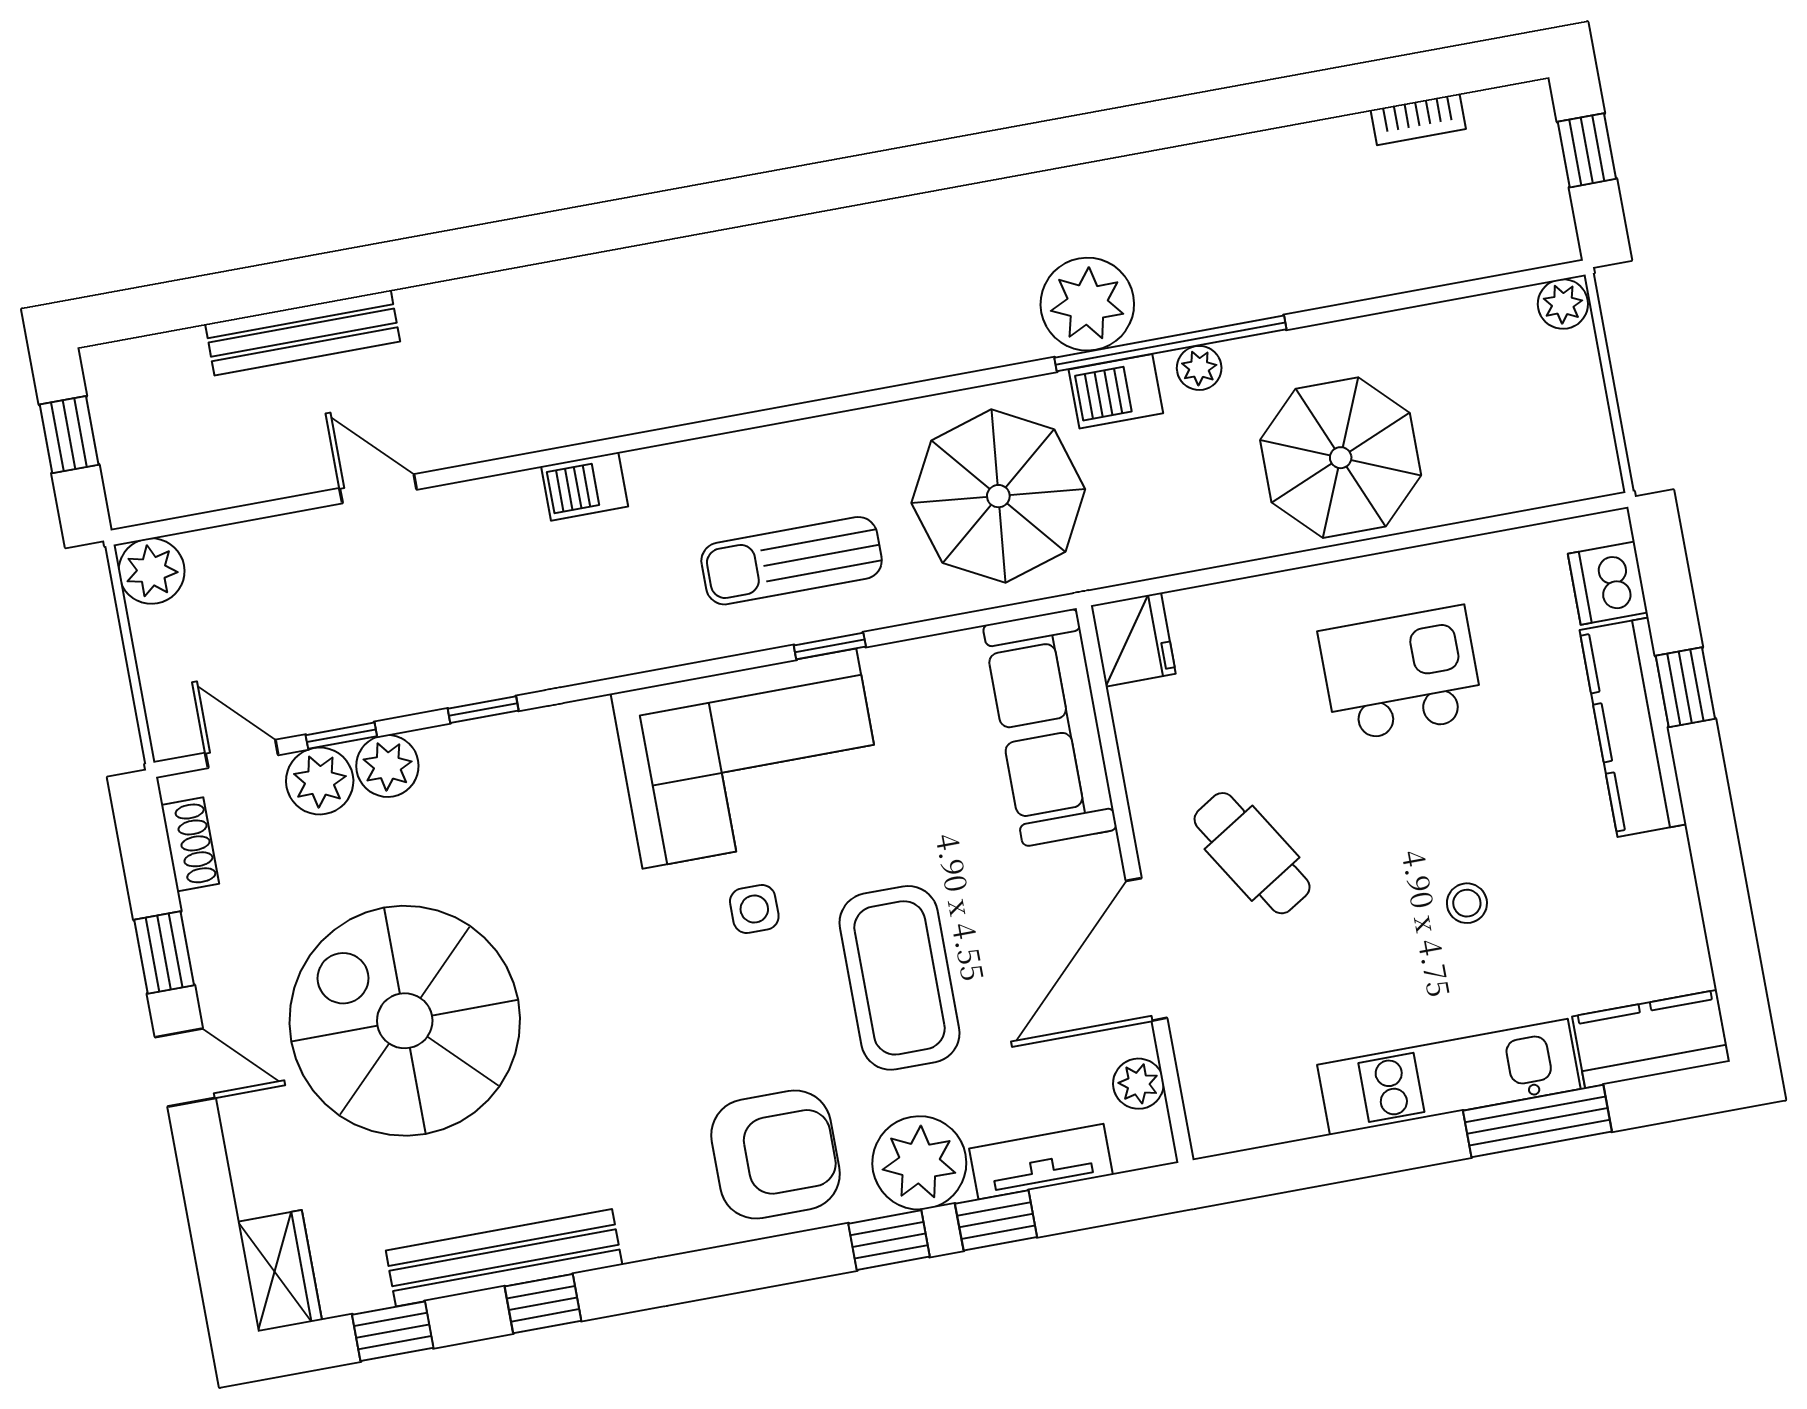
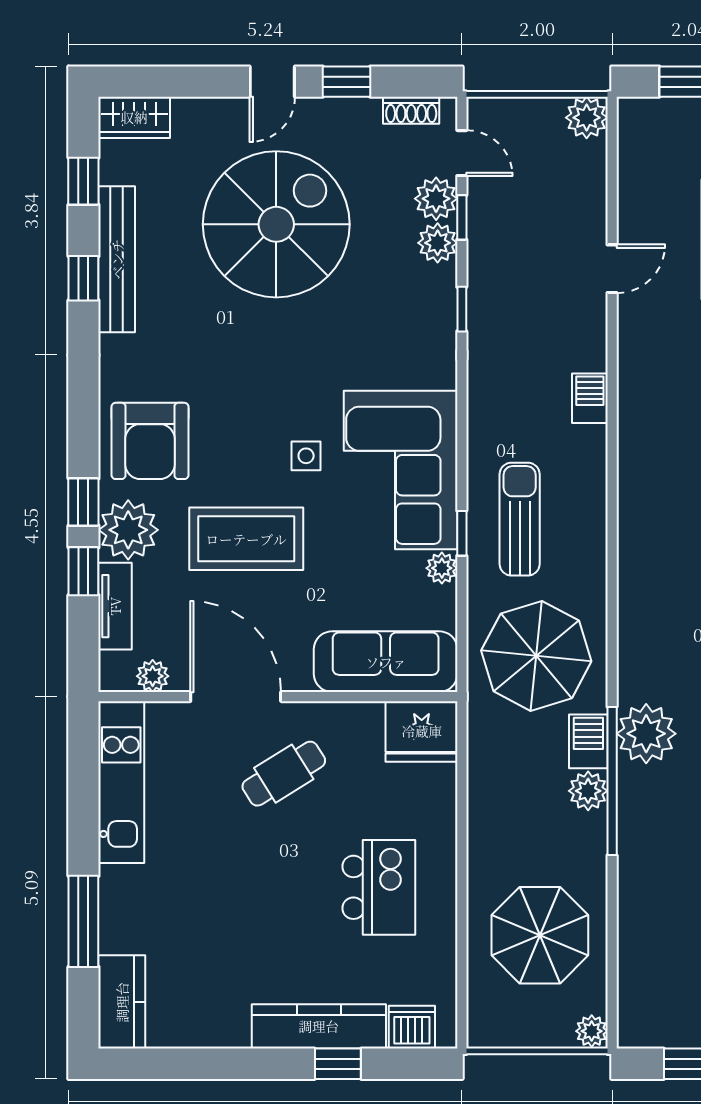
plant: (1199, 368) -> (588, 791), width x1.38, depth x1.38
parasol: (1341, 458) -> (540, 935), moved
fridge: (1133, 640) -> (422, 731), width x1.36, depth x1.34
plant: (889, 667) -> (442, 568), added
door: (242, 754) -> (462, 153), hinge flipped
stool: (1467, 903) -> (228, 902), removed
kitchen unit: (1449, 1077) -> (121, 782), moved

